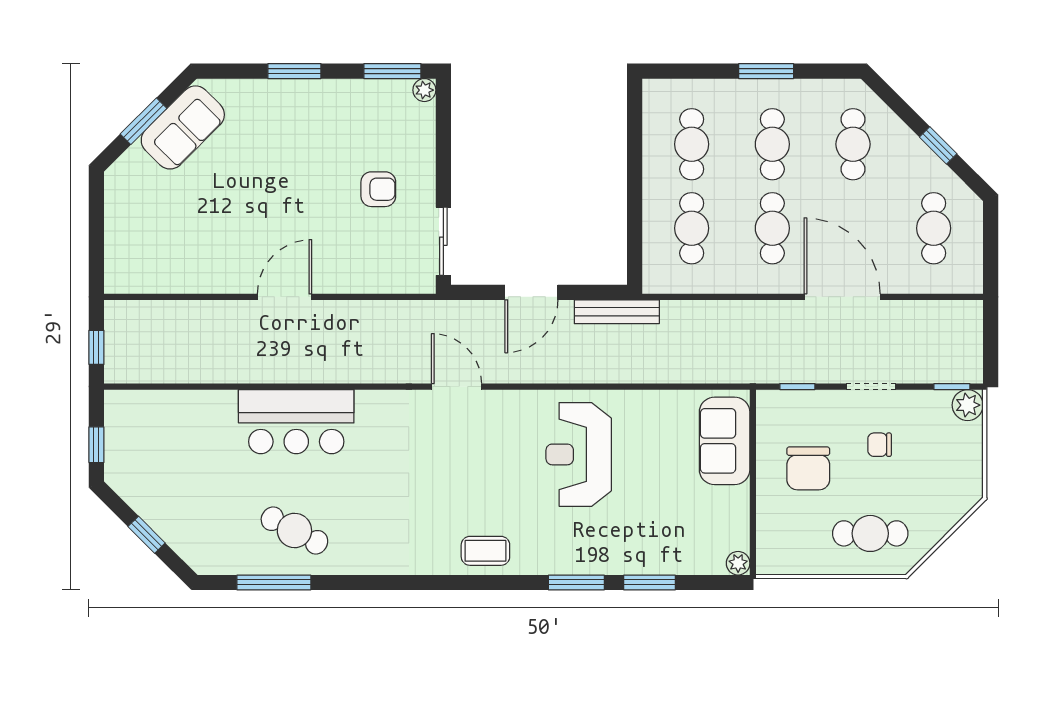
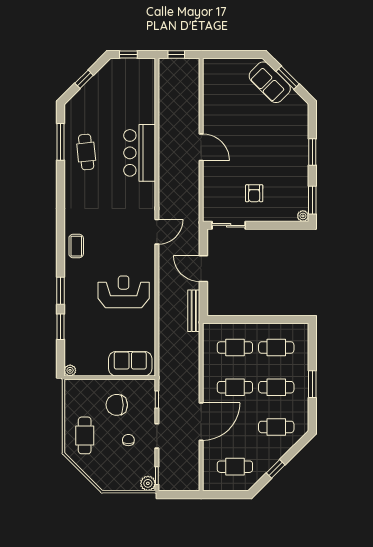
sofa: (183, 127) -> (270, 82), moved
cafe table: (294, 530) -> (86, 152), turned -34

